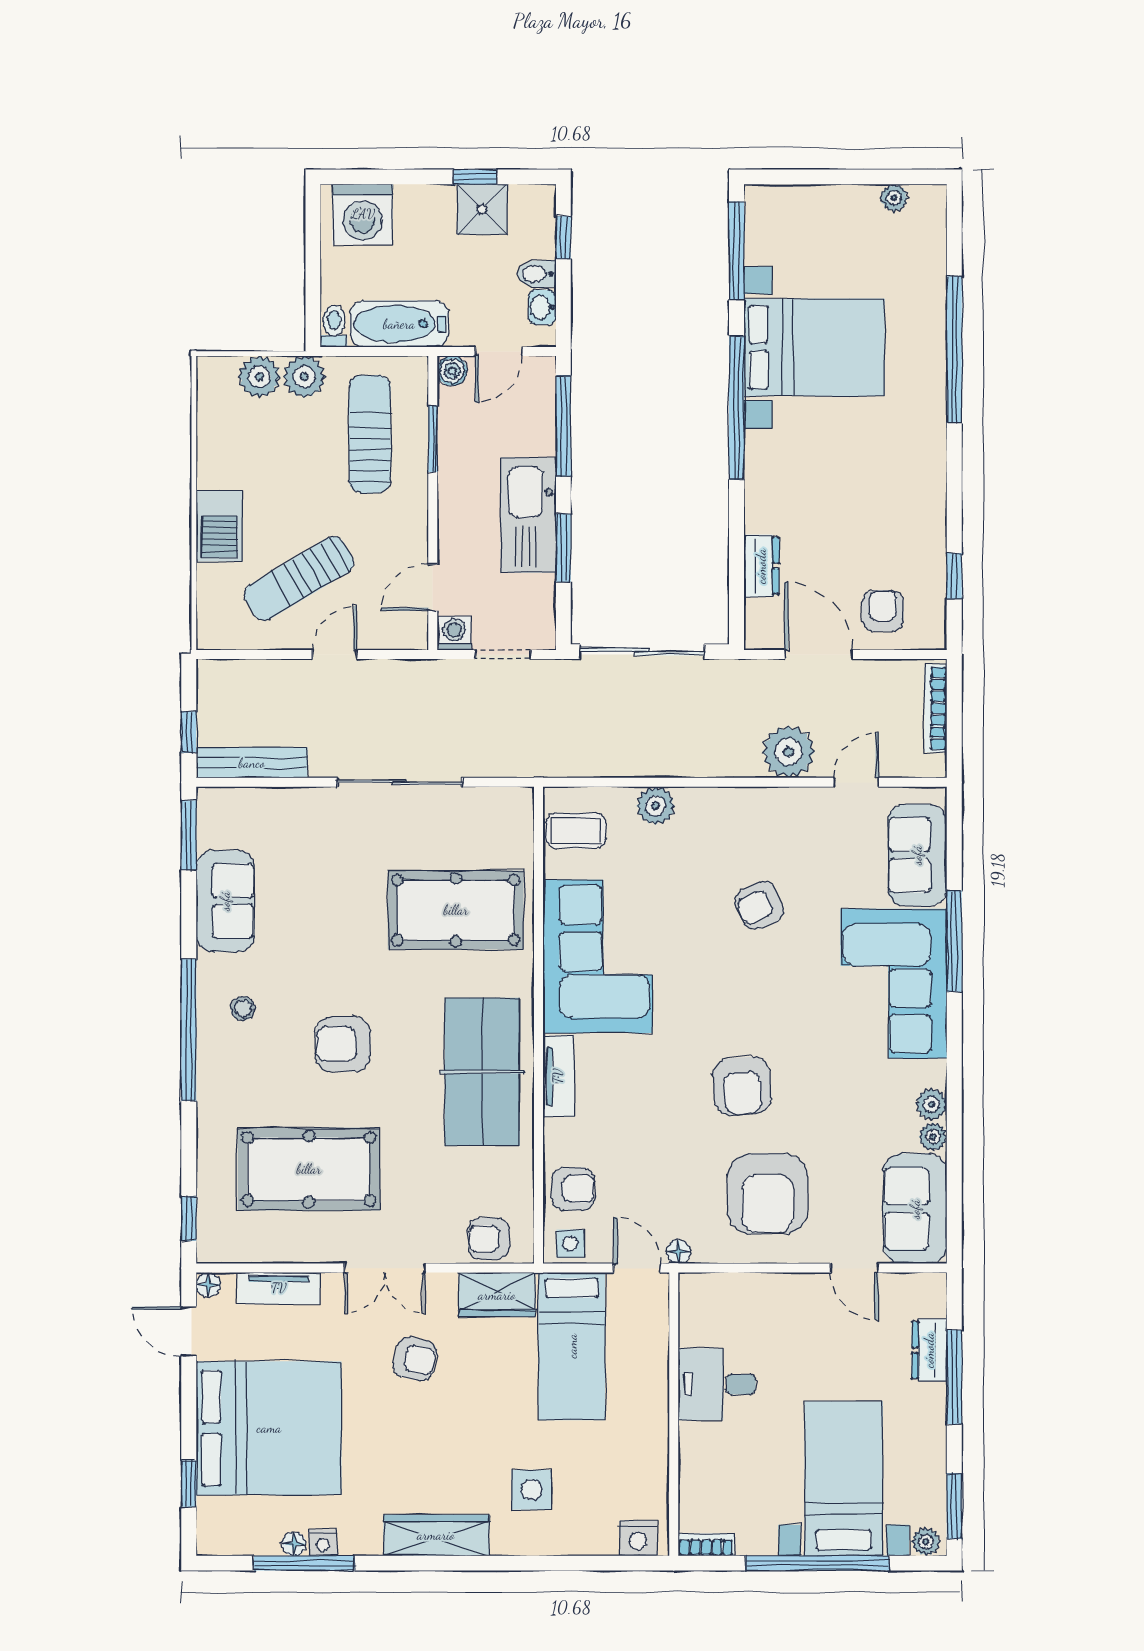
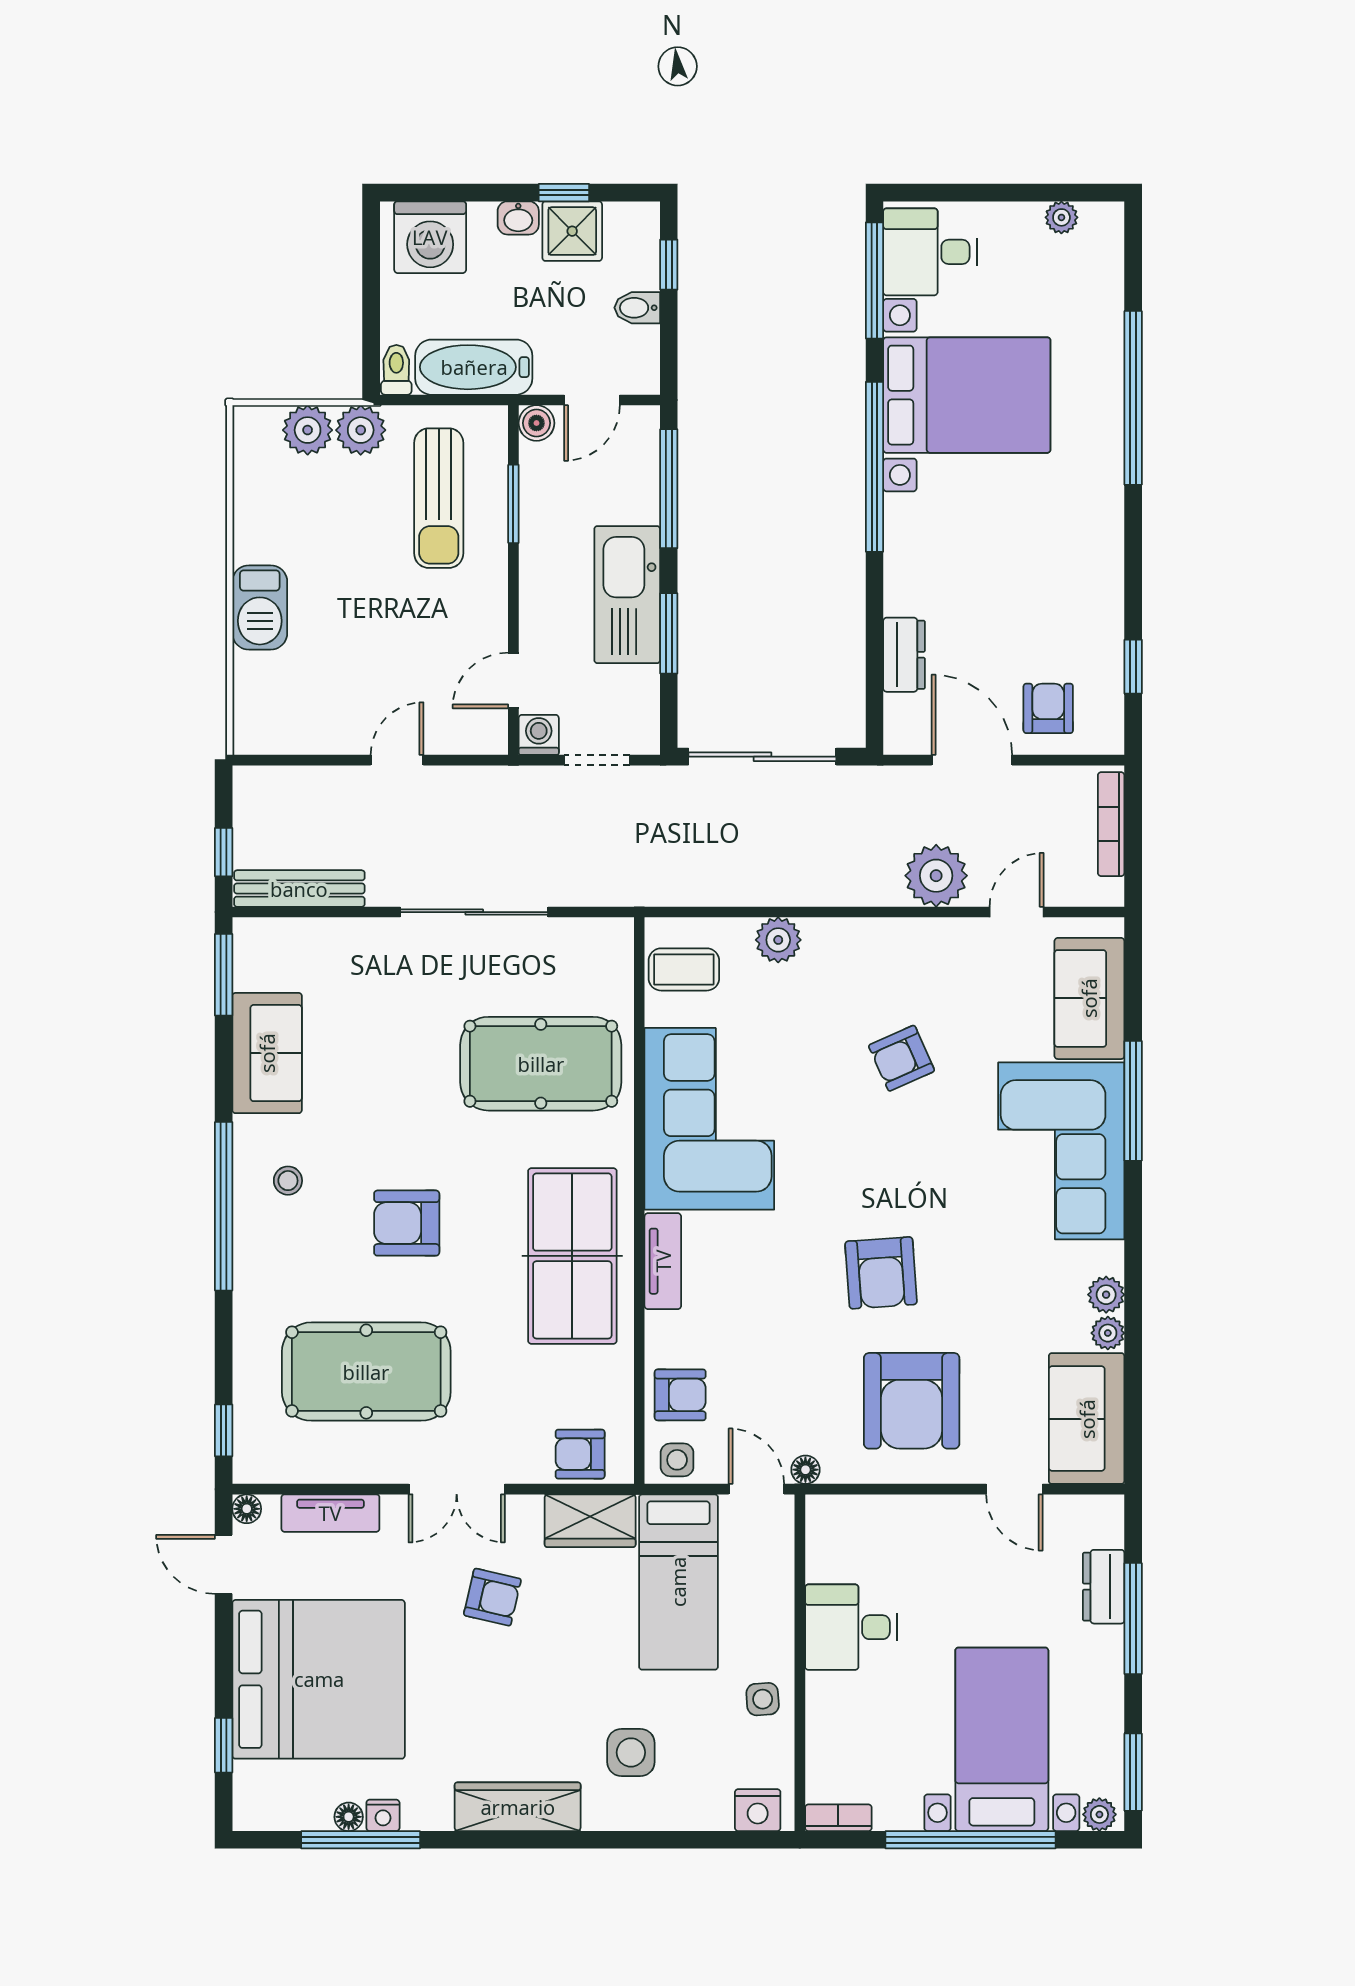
desk: (783, 227) -> (930, 252), added
washbasin: (542, 307) -> (518, 218), moved, turned -90
sun lounger: (370, 434) -> (439, 498), turned 180
sun lounger: (299, 578) -> (355, 670), removed
side table: (642, 1445) -> (763, 1699), added

